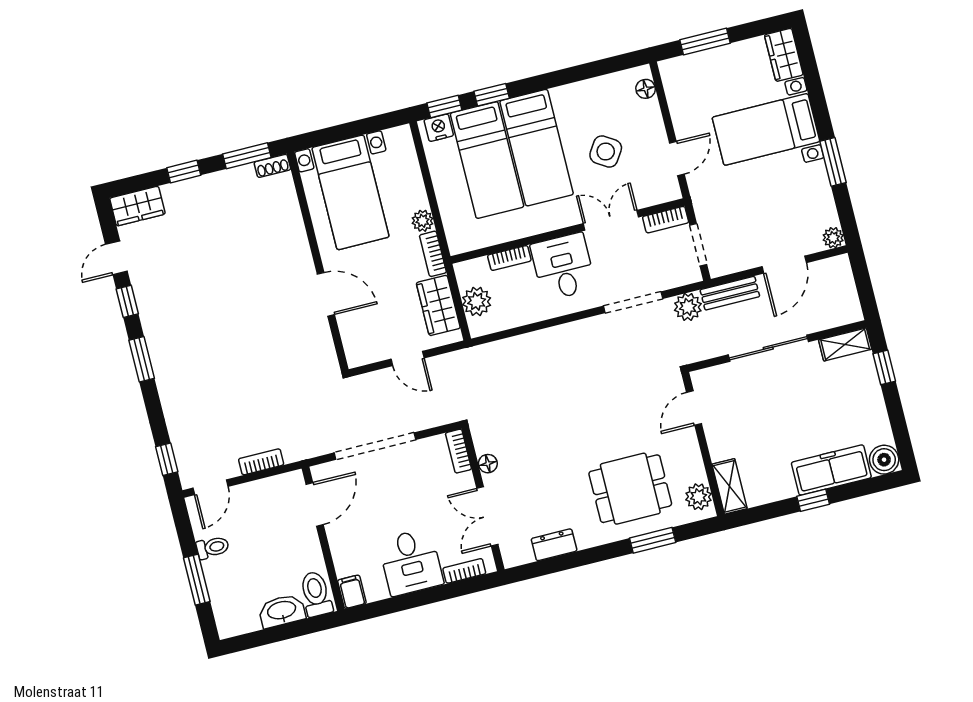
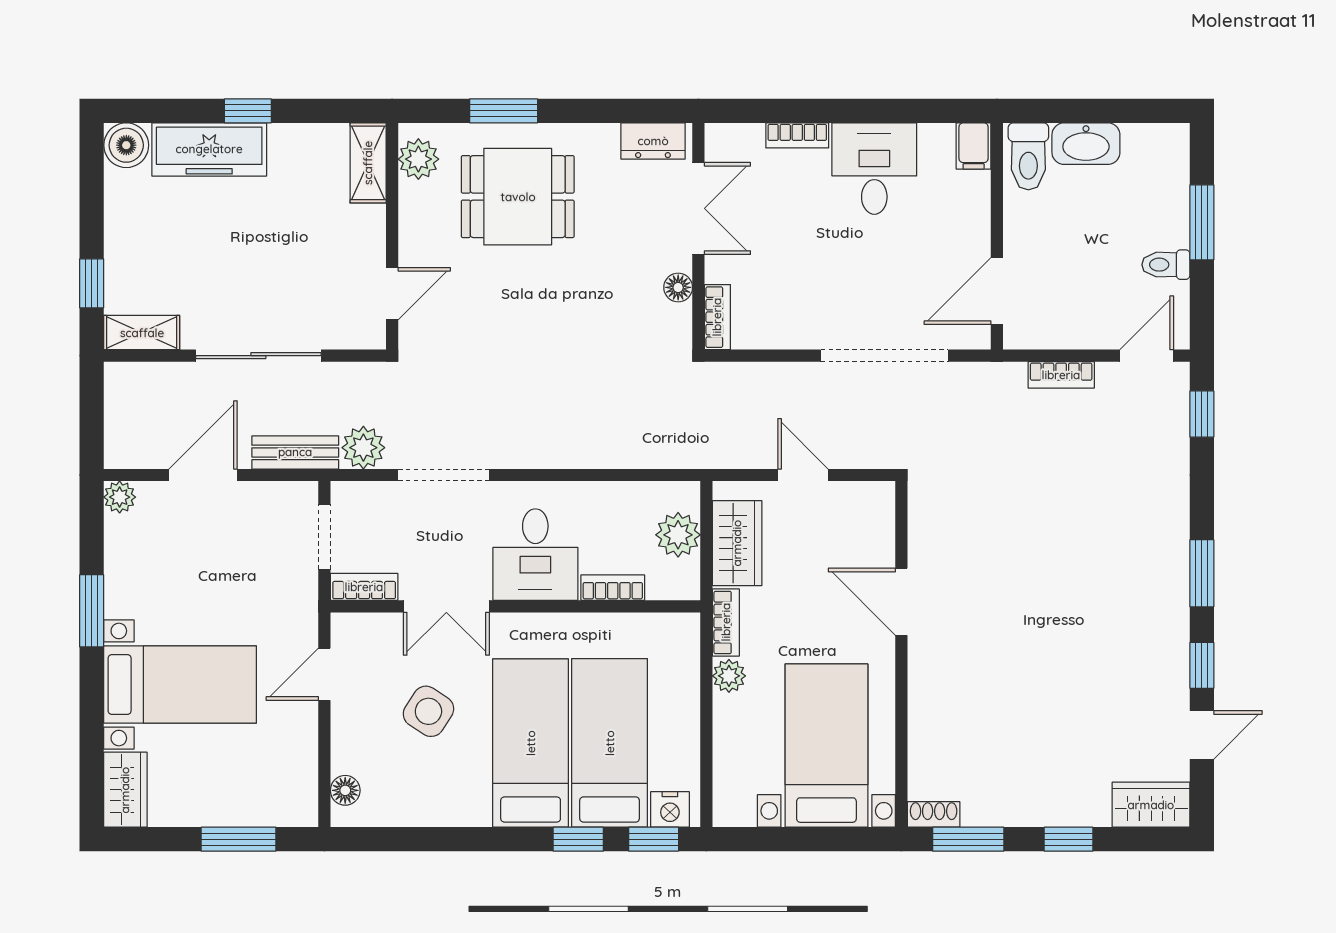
bookcase: (458, 451) -> (717, 317), moved
floor lamp: (488, 464) -> (678, 287), moved
wall: (483, 499) -> (698, 236), moved
double door: (487, 516) -> (698, 208), moved

